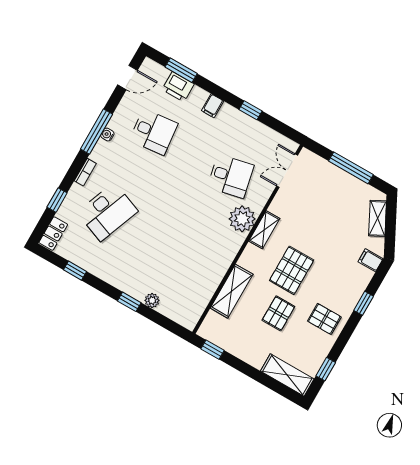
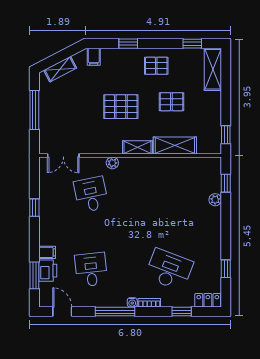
filing cabinet: (213, 106) -> (47, 252), moved
water cooler: (107, 135) -> (132, 302), moved
plant: (242, 219) -> (112, 163), width x0.53, depth x0.53
shelving: (264, 230) -> (137, 147), moved
pallet: (292, 270) -> (121, 107), moved
window: (129, 302) -> (226, 183), moved
pallet: (324, 319) -> (156, 66), turned 90

